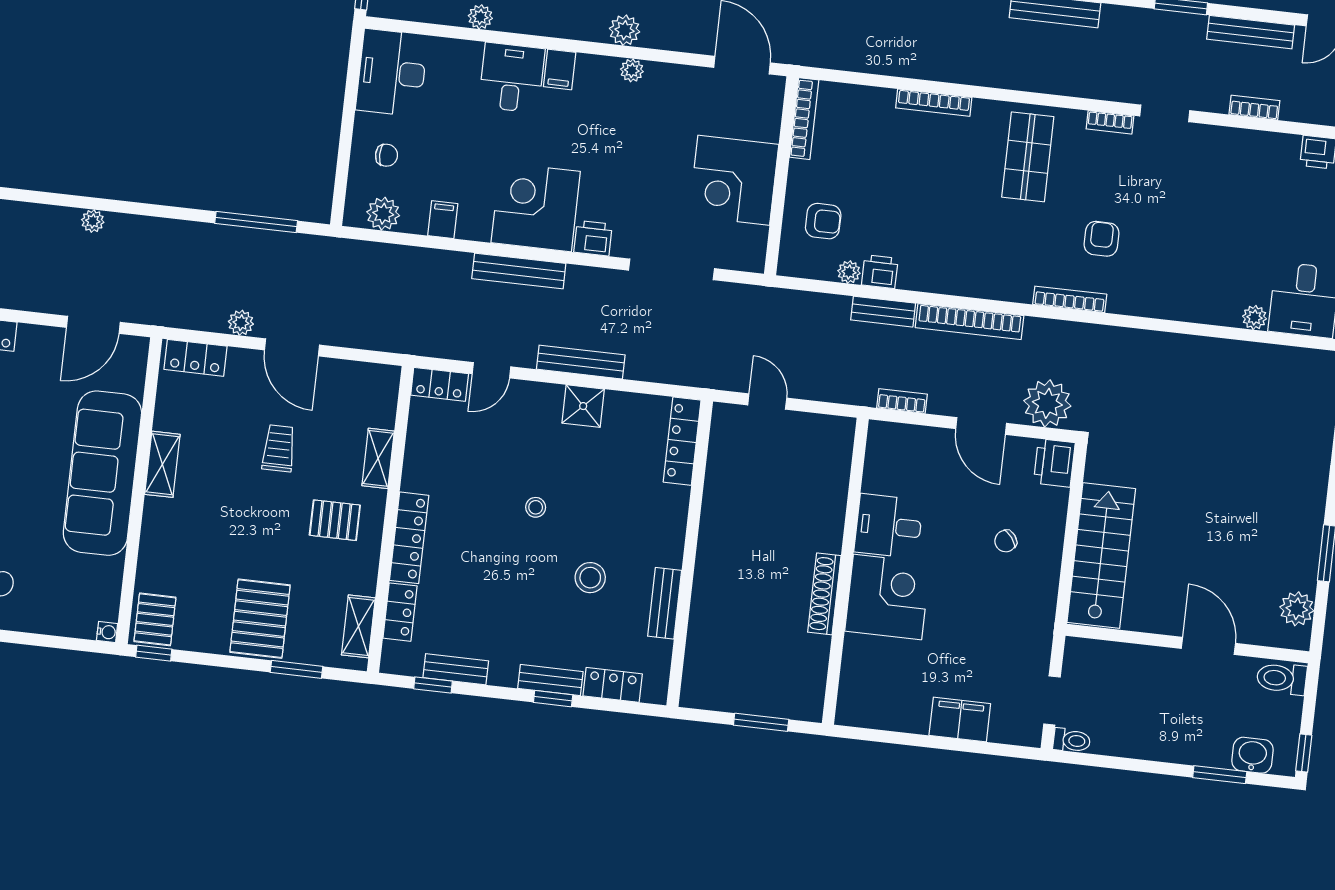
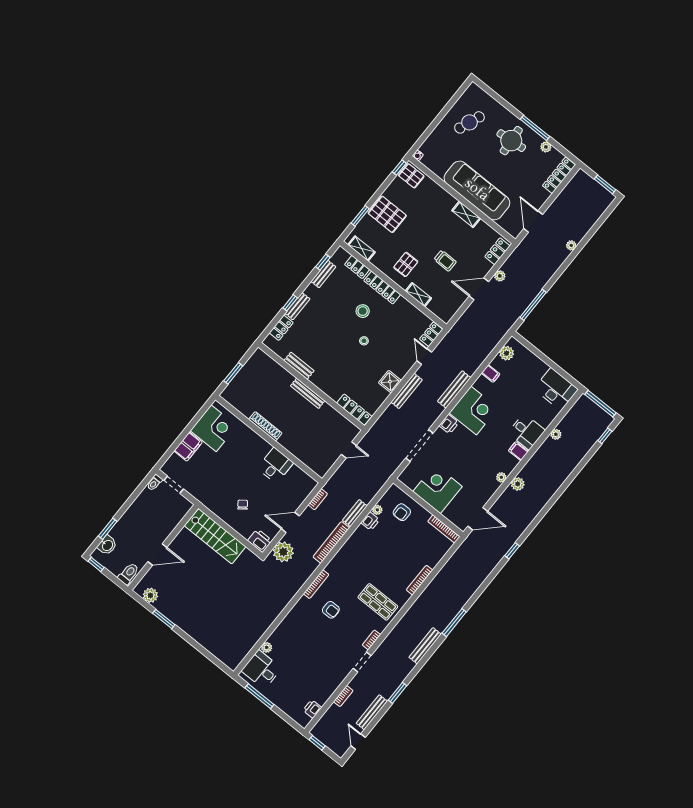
chair: (386, 155) -> (527, 368), removed
bench: (708, 552) -> (308, 393), added
stool: (590, 578) -> (363, 311), moved
corner desk: (887, 597) -> (214, 428), moved, turned -90

